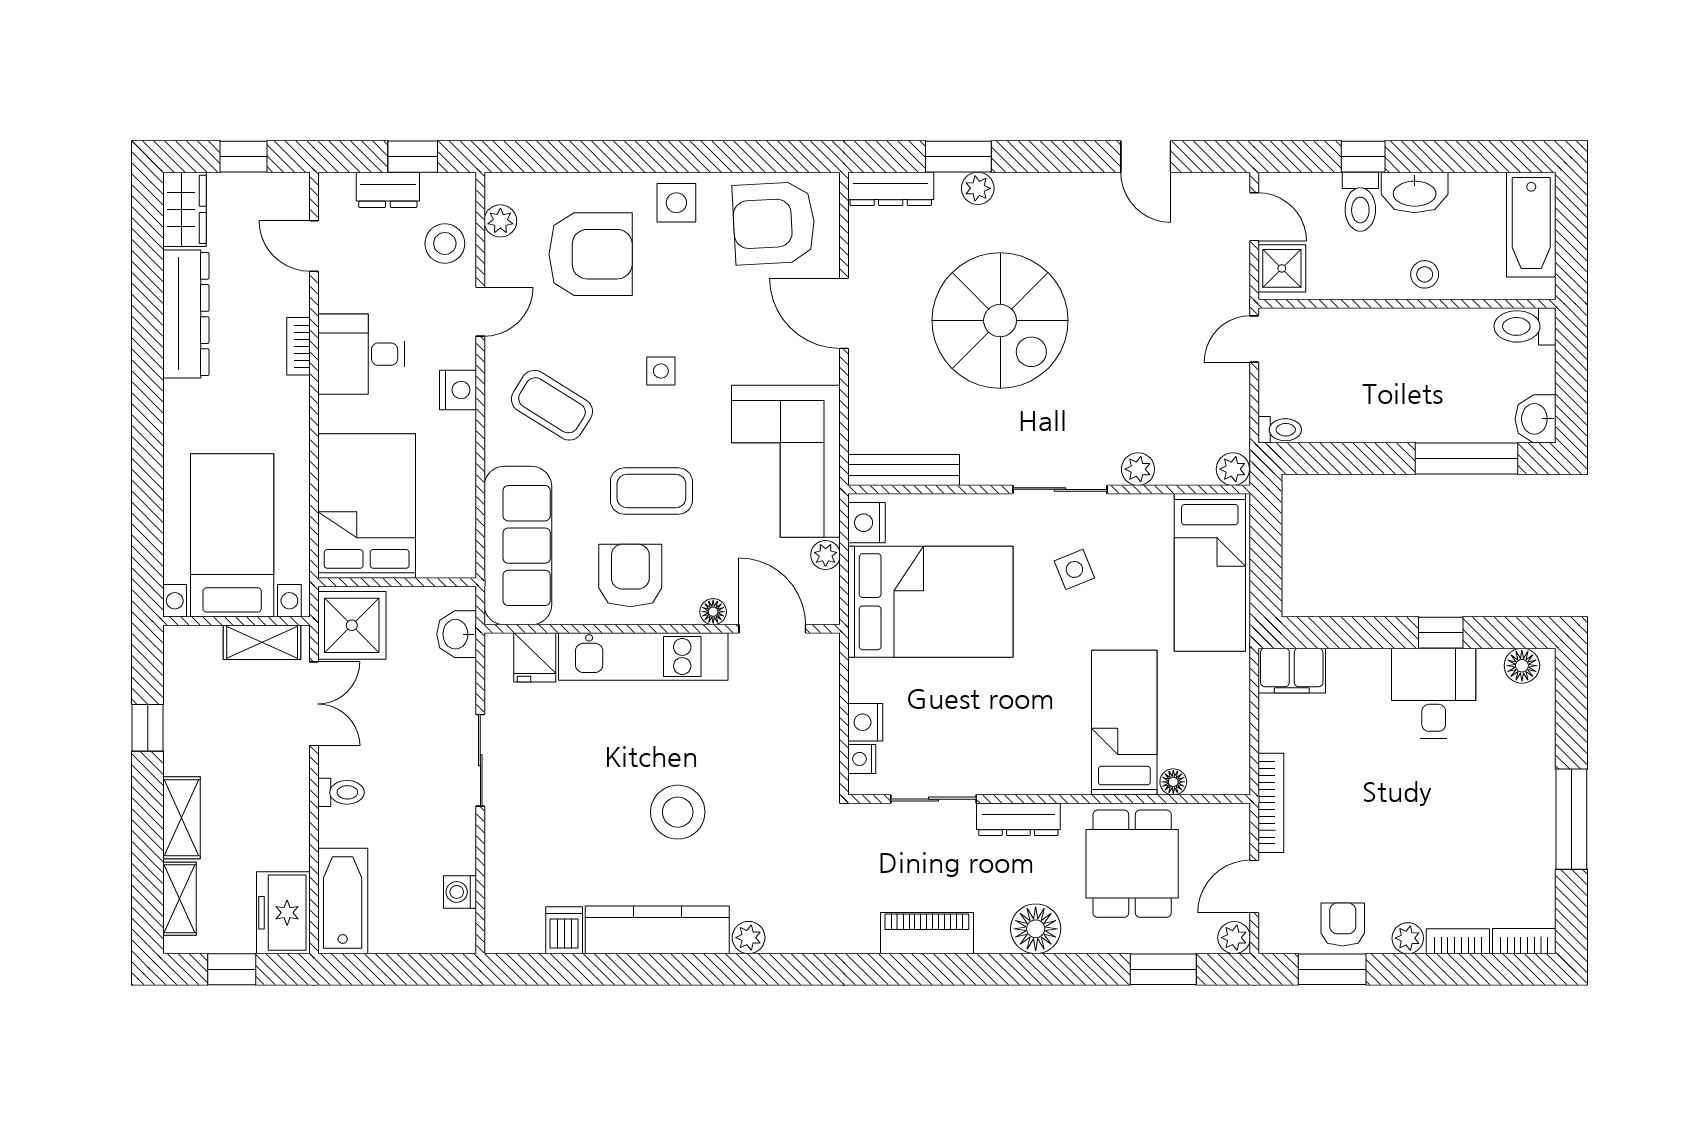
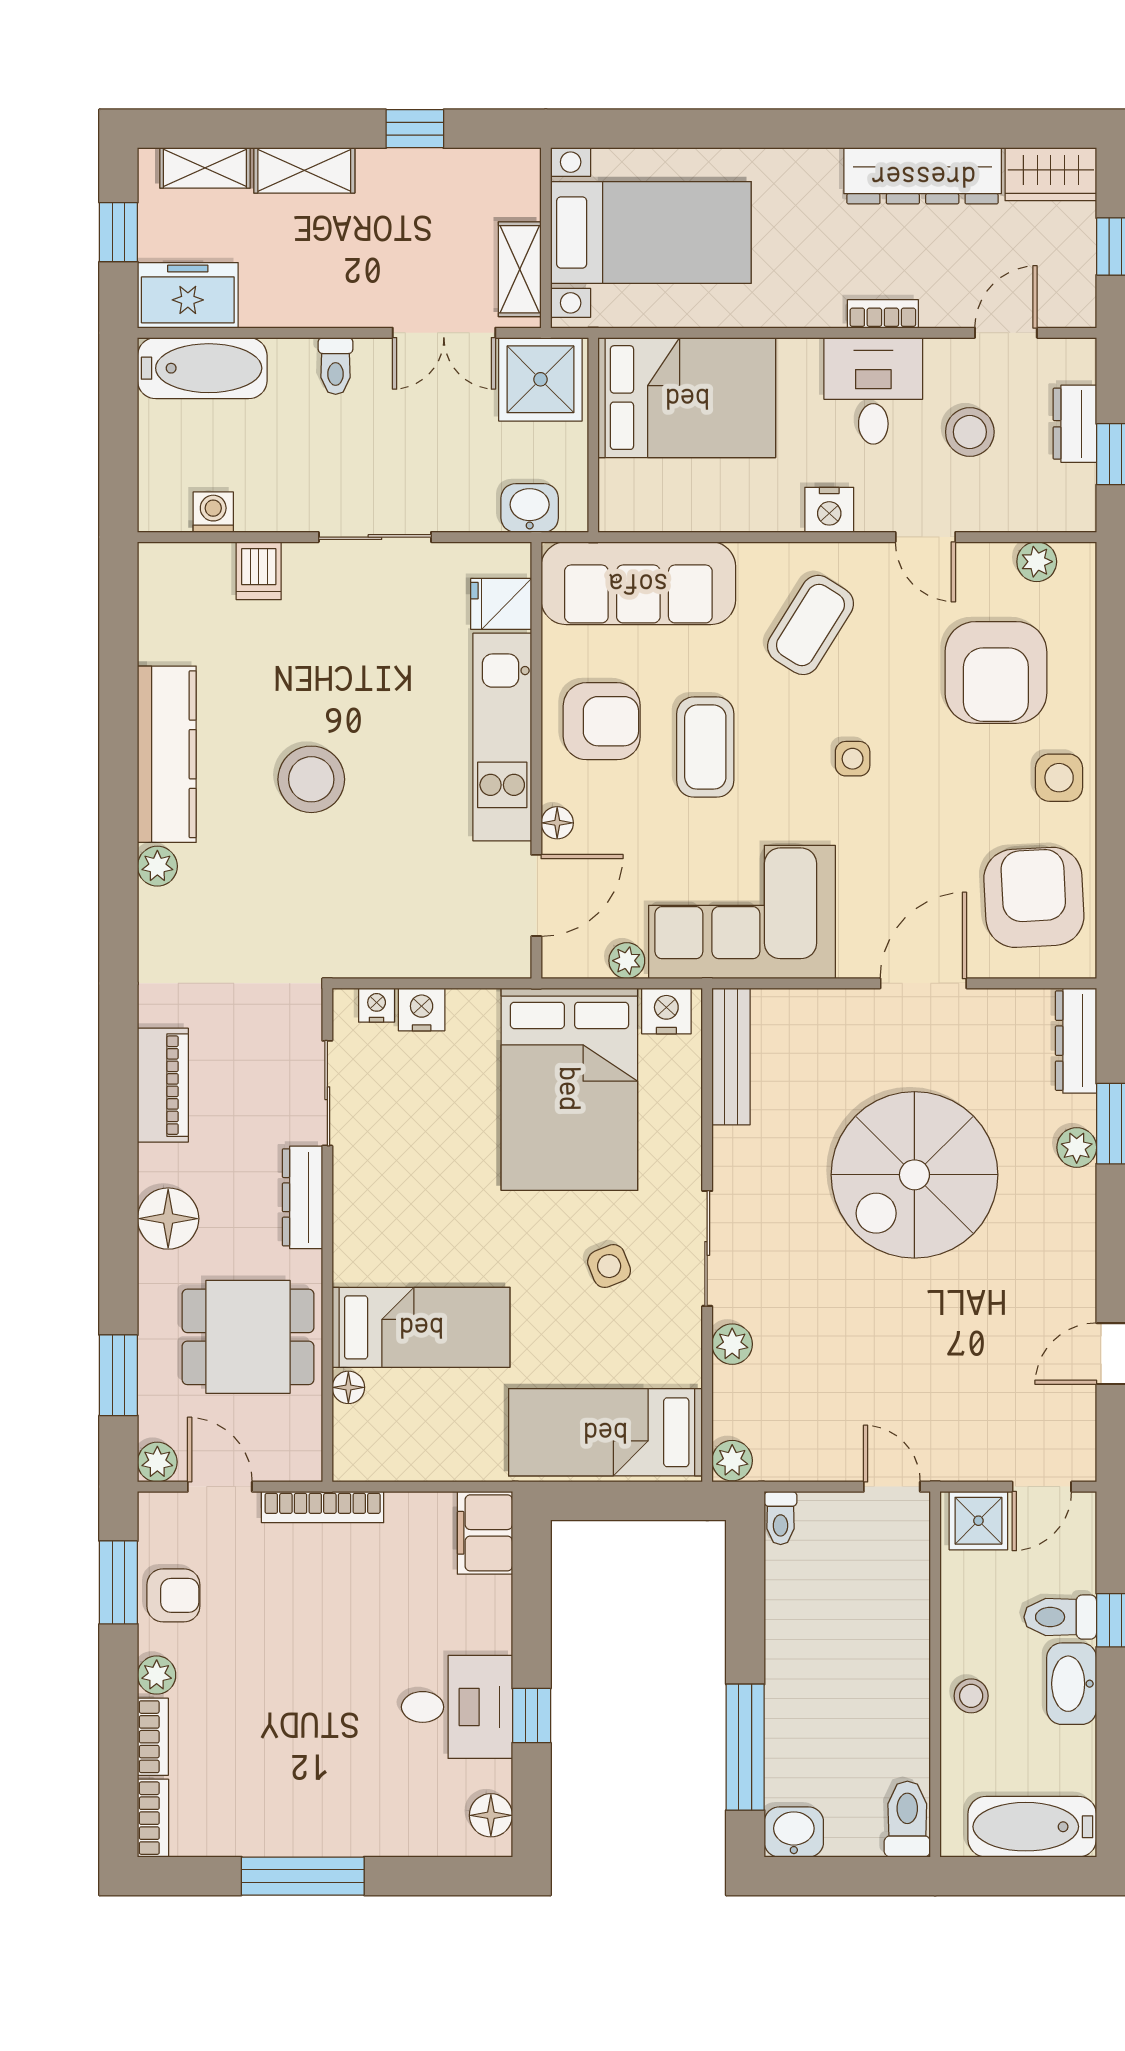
stool: (445, 244) -> (970, 432), moved
dishwasher: (564, 930) -> (259, 571), moved, turned 90

